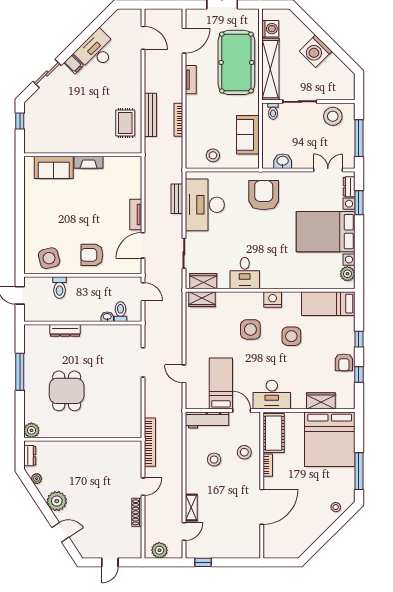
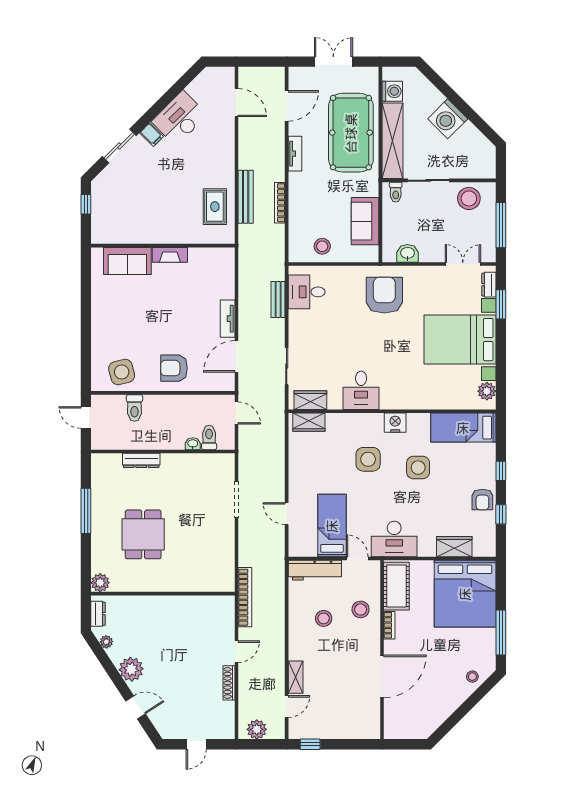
desk: (205, 205) -> (307, 292), width x0.53, depth x0.77

